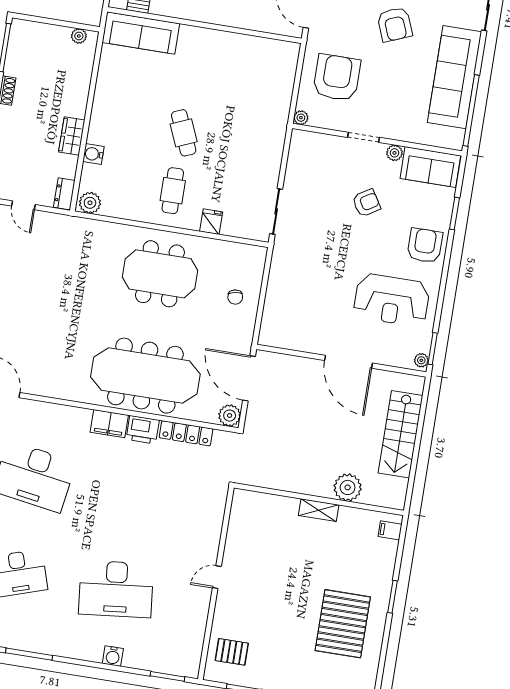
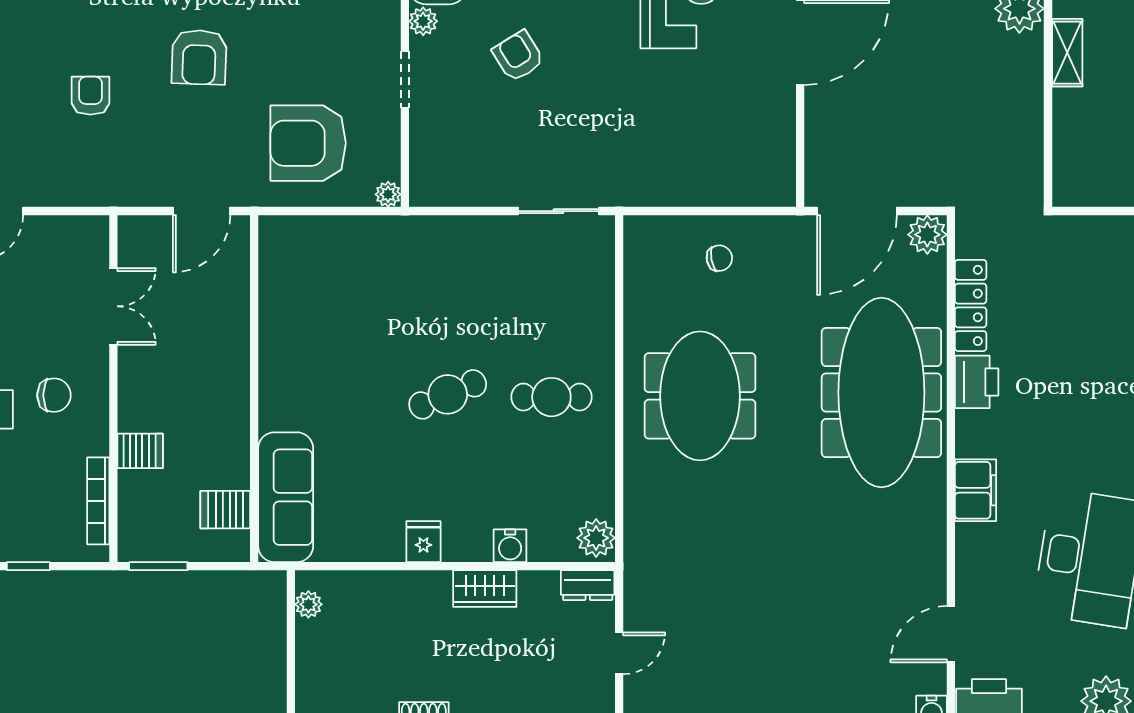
armchair: (395, 24) -> (199, 57), turned 114
fridge: (211, 222) -> (423, 542), moved, turned 90
filing cabinet: (109, 424) -> (975, 490), moved

